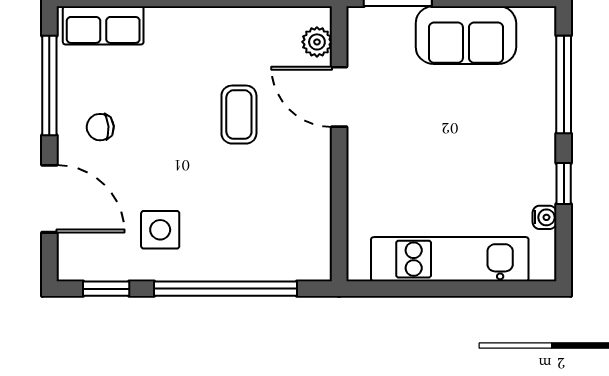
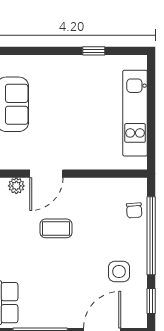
window: (564, 84) -> (40, 51), removed
chair: (100, 127) -> (134, 210), moved
water cooler: (545, 217) -> (112, 61), removed

